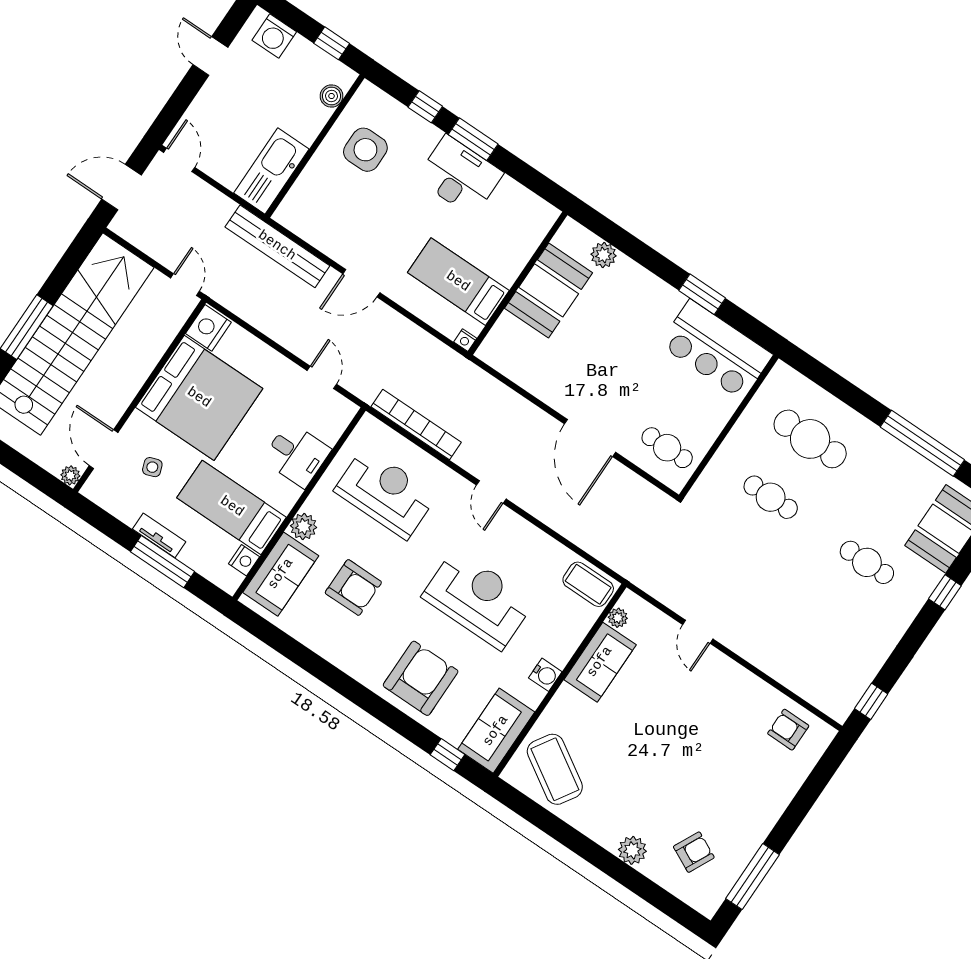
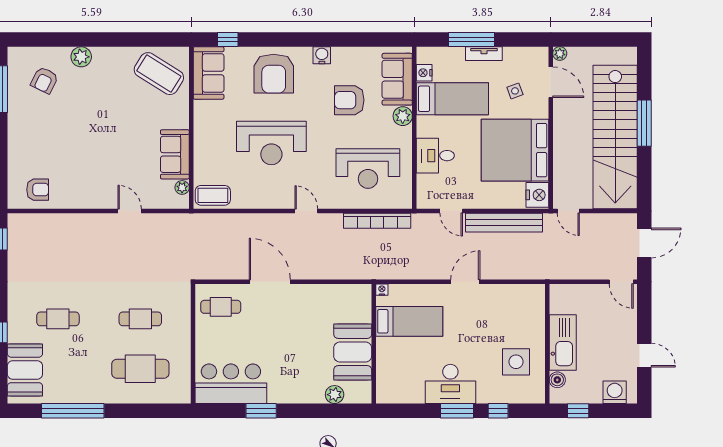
kitchen sink: (271, 171) -> (563, 342), moved
bench: (277, 246) -> (504, 223), moved
water cooler: (545, 675) -> (322, 55), moved, turned 90

